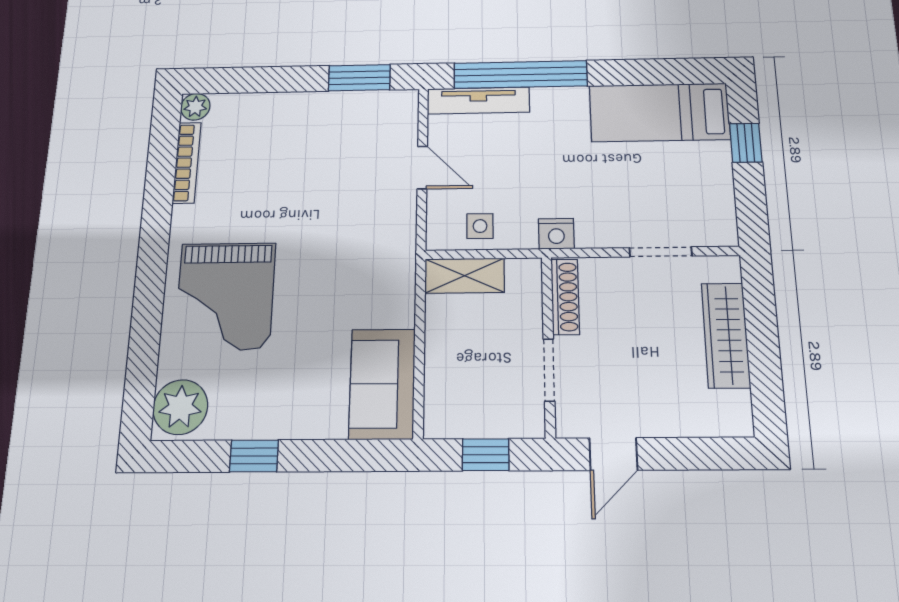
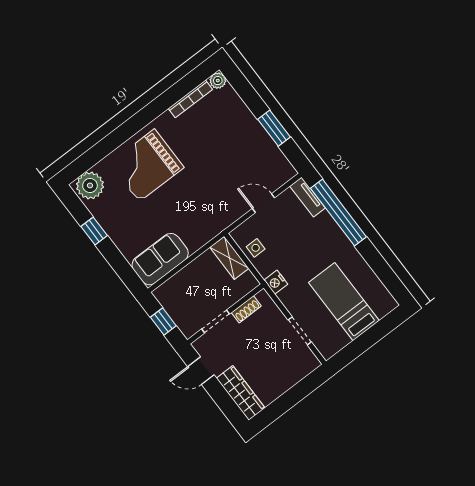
window: (359, 78) -> (274, 128), moved
tv unit: (478, 101) -> (308, 197), width x0.71
bed: (659, 112) -> (344, 302), moved
window: (746, 143) -> (376, 332), removed
door: (422, 167) -> (264, 203), swing flipped
shoe rack: (565, 297) -> (246, 309), width x0.70
wardrobe: (726, 335) -> (241, 393), moved, turned 90

